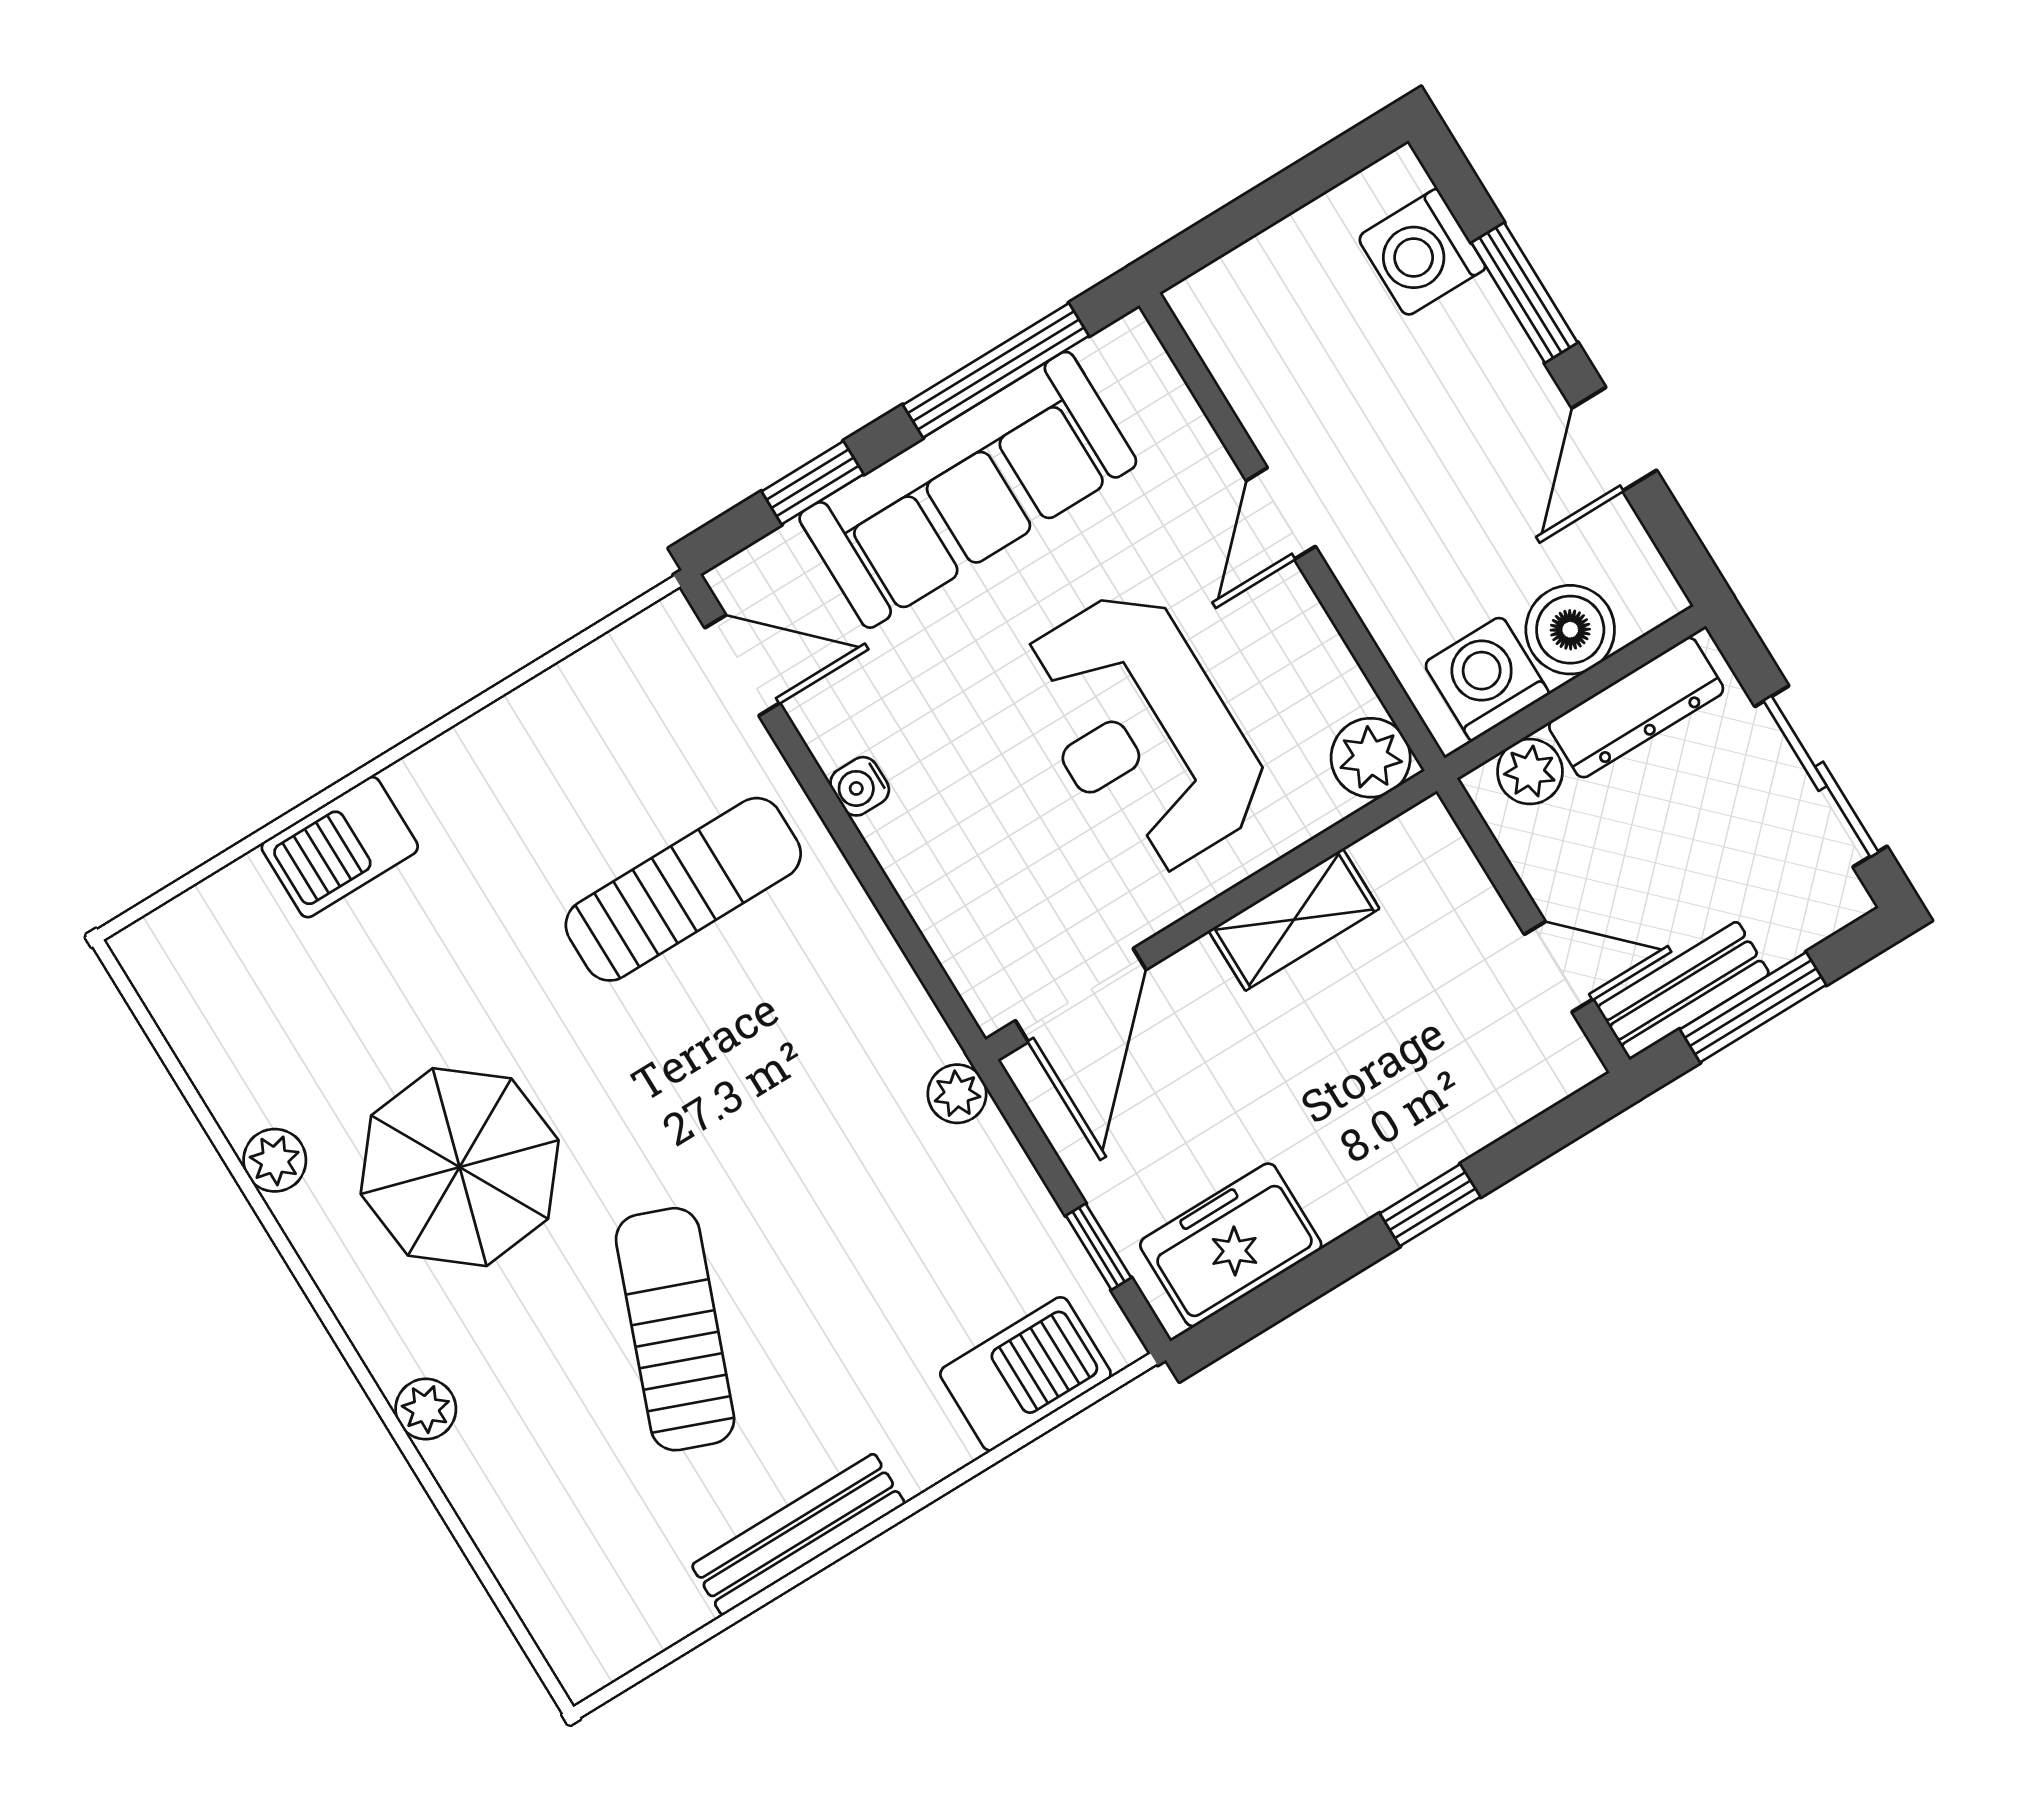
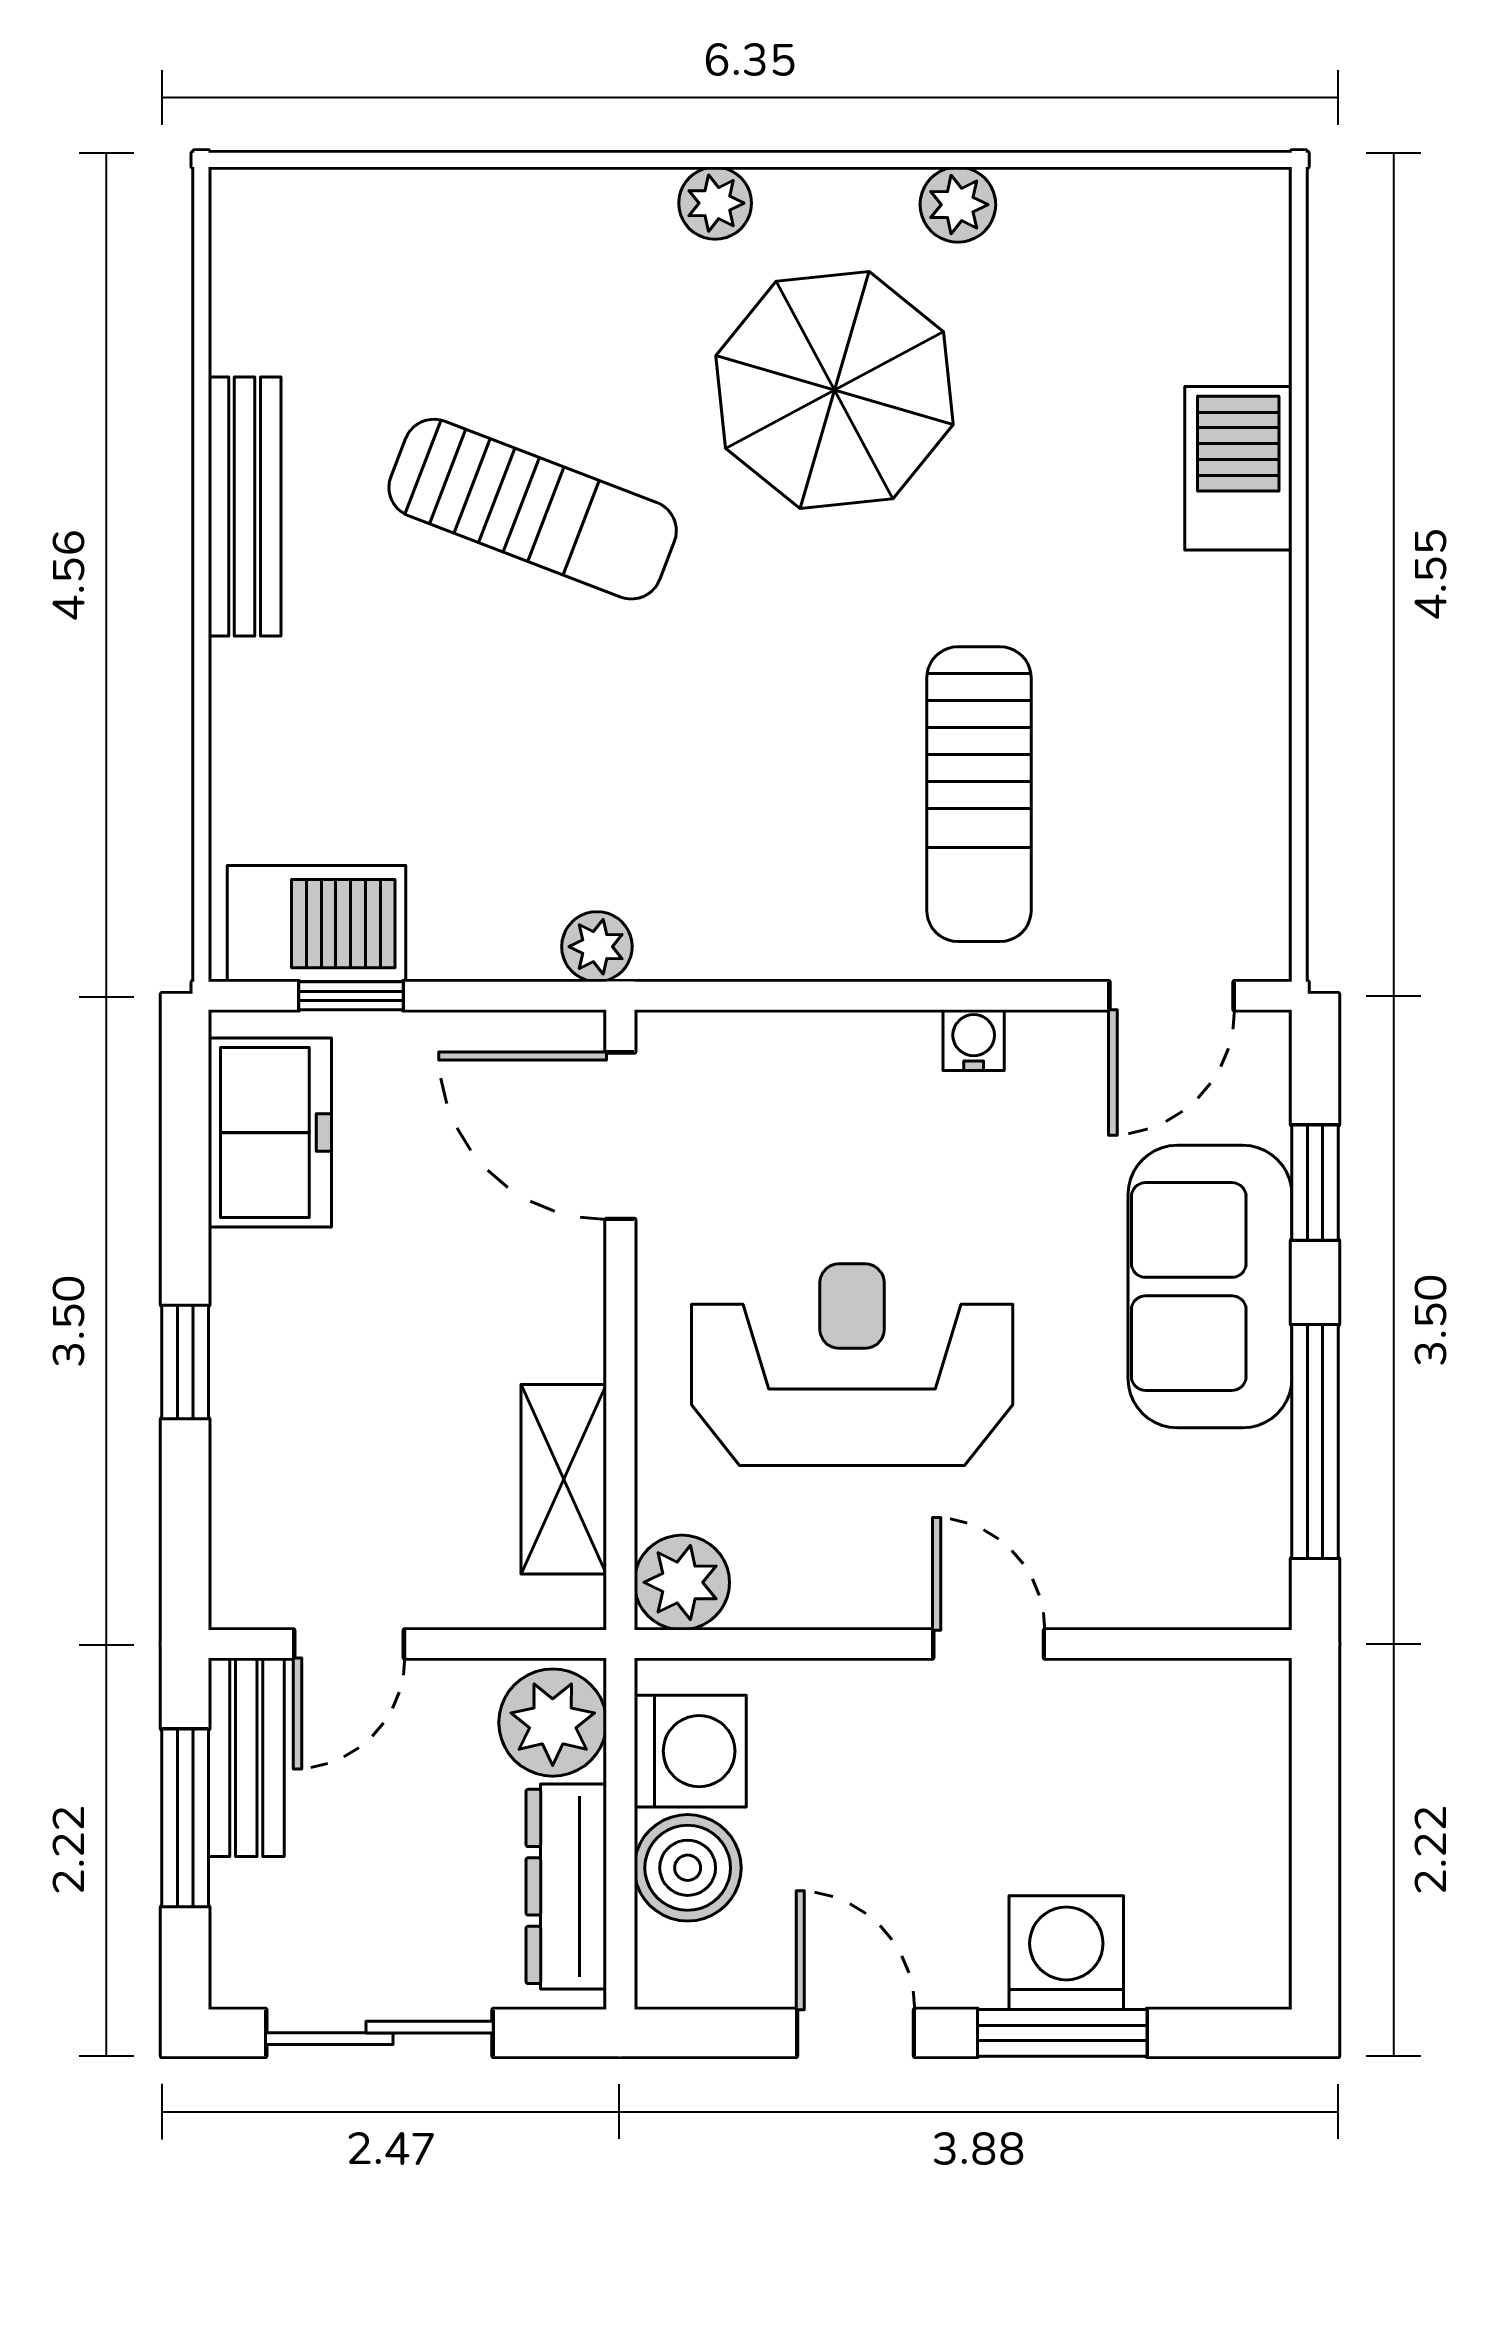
washing machine: (1422, 253) -> (1066, 1953), moved
sofa: (968, 490) -> (1210, 1287), width x0.73
plant: (1530, 772) -> (553, 1723), width x1.38, depth x1.38
shelving: (1294, 920) -> (564, 1479), moved
barbecue: (1025, 1374) -> (316, 924), moved, turned -90
plant: (426, 1409) -> (715, 203), moved

